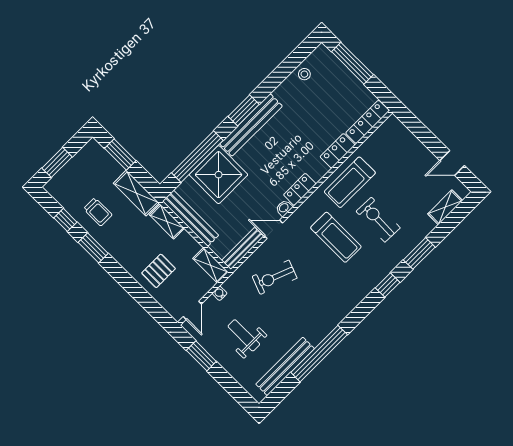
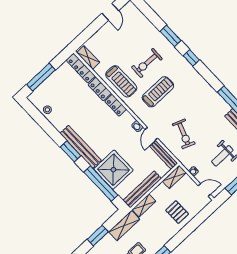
locker: (300, 189) -> (116, 105), moved
shelving: (445, 207) -> (88, 57), moved

